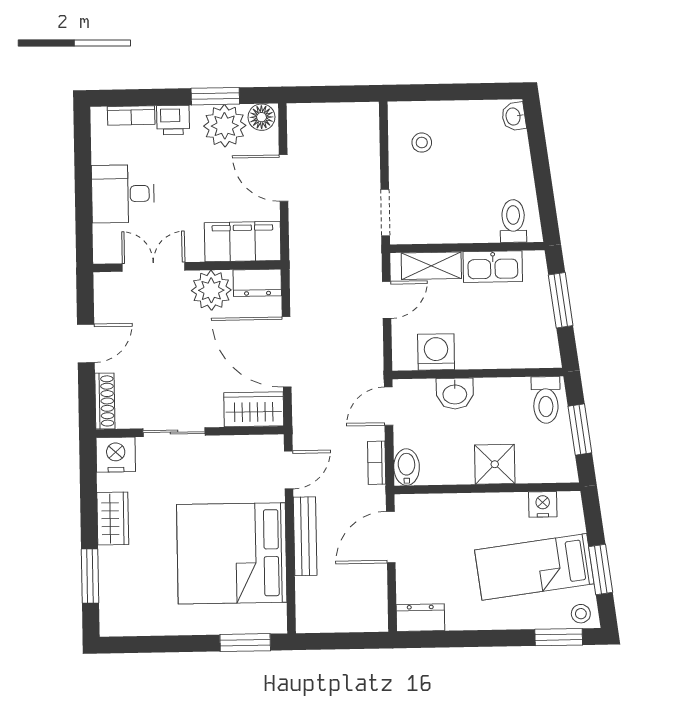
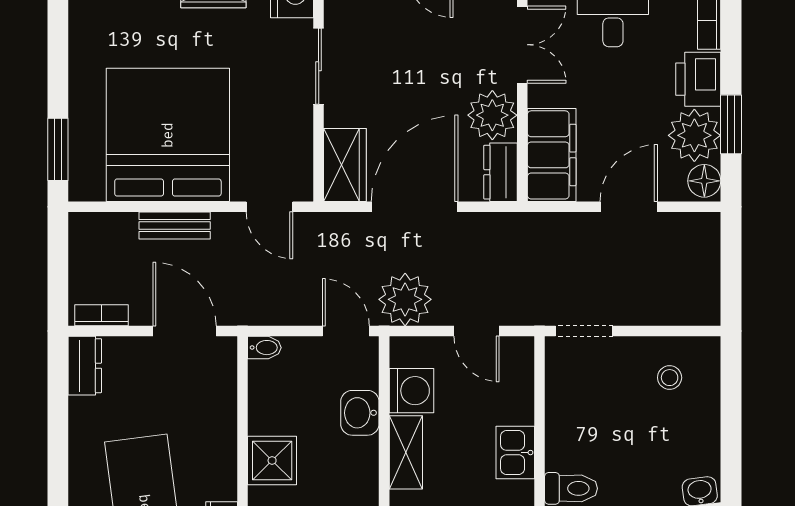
printer: (173, 120) -> (698, 79), width x1.36, depth x1.24
shelving: (431, 266) -> (406, 452), moved
kitchen sink: (493, 267) -> (515, 453), width x0.73
plant: (362, 358) -> (405, 299), added
bookcase: (377, 463) -> (102, 315), moved
bidet: (407, 467) -> (264, 348), width x0.72, depth x0.74
bench: (305, 536) -> (175, 225), width x0.73

